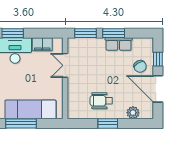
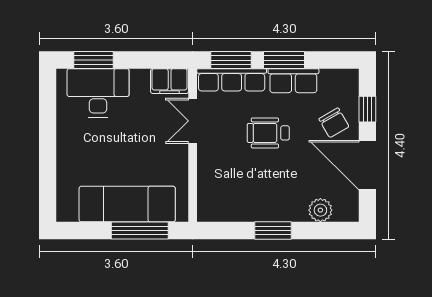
filing cabinet: (42, 44) -> (170, 81), moved
row of seats: (86, 44) -> (232, 80), added
wheelchair: (101, 101) -> (268, 133), moved
window: (21, 123) -> (140, 230), moved

